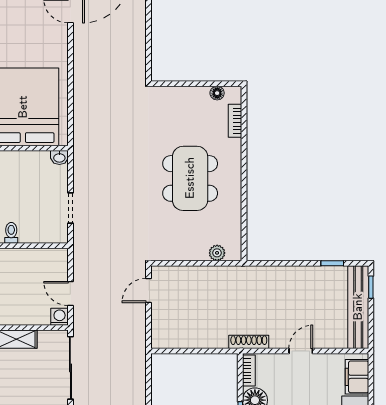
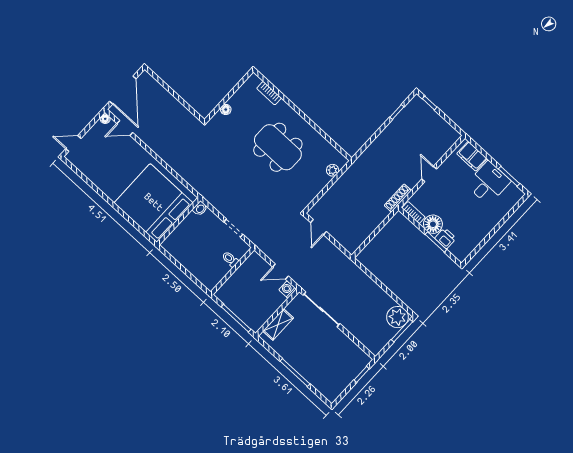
floor lamp: (217, 93) -> (226, 109), moved
toilet: (11, 233) -> (230, 259), moved
bench: (358, 307) -> (434, 120), removed

